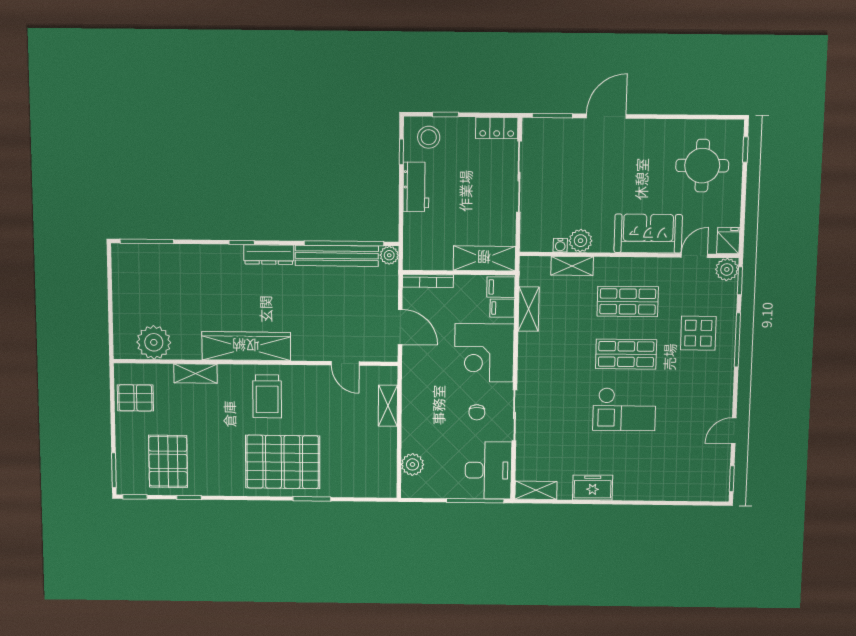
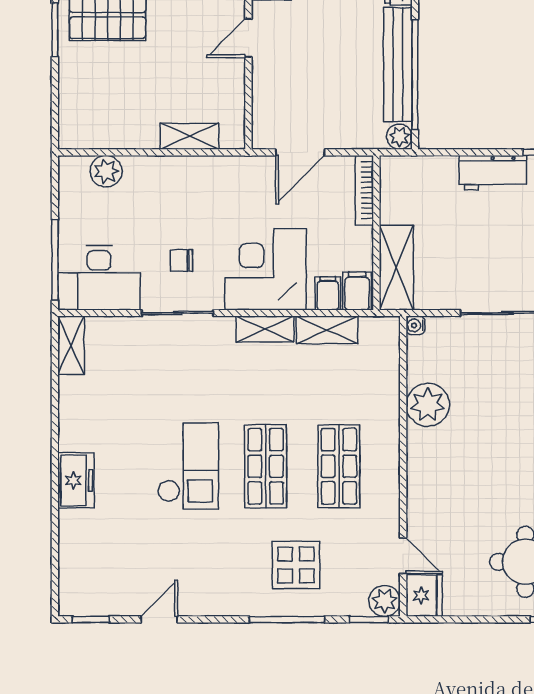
sofa: (648, 234) -> (433, 491), removed
plant: (581, 241) -> (428, 405), width x1.36, depth x1.36
fridge: (728, 241) -> (424, 596), width x1.38
water cooler: (560, 245) -> (415, 325), moved
shelving: (572, 266) -> (265, 329), moved, turned 90
door: (345, 363) -> (248, 38), moved
checkout: (624, 409) -> (188, 466), turned 180
door: (734, 431) -> (159, 619), hinge flipped
freezer: (593, 488) -> (76, 480), moved

